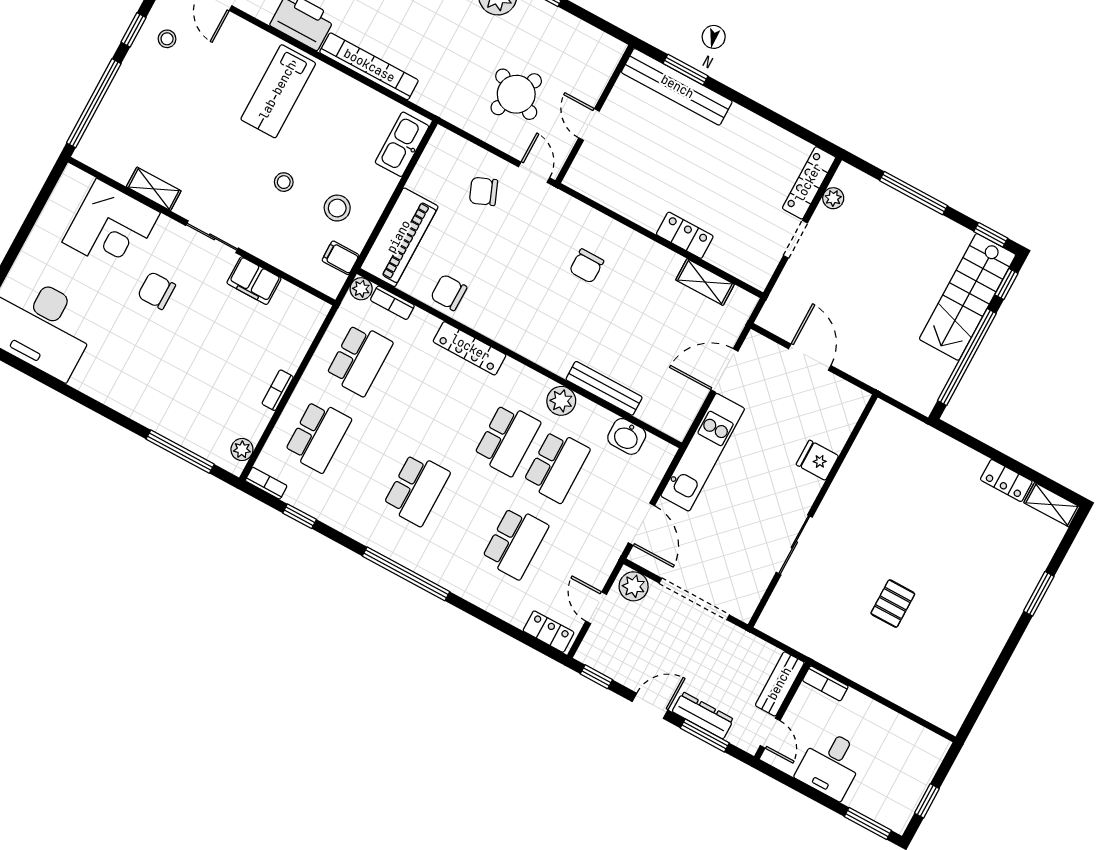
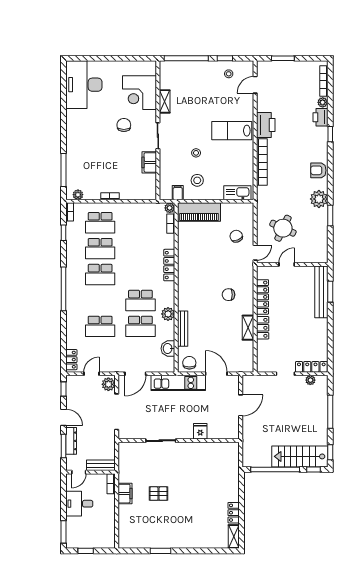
locker: (626, 204) -> (263, 297), added
shelving: (705, 282) -> (248, 328), moved
chair: (449, 292) -> (189, 363), moved
school desk: (359, 360) -> (100, 249), moved
window: (1039, 594) -> (161, 551), moved
filing cabinet: (858, 667) -> (125, 494), added

